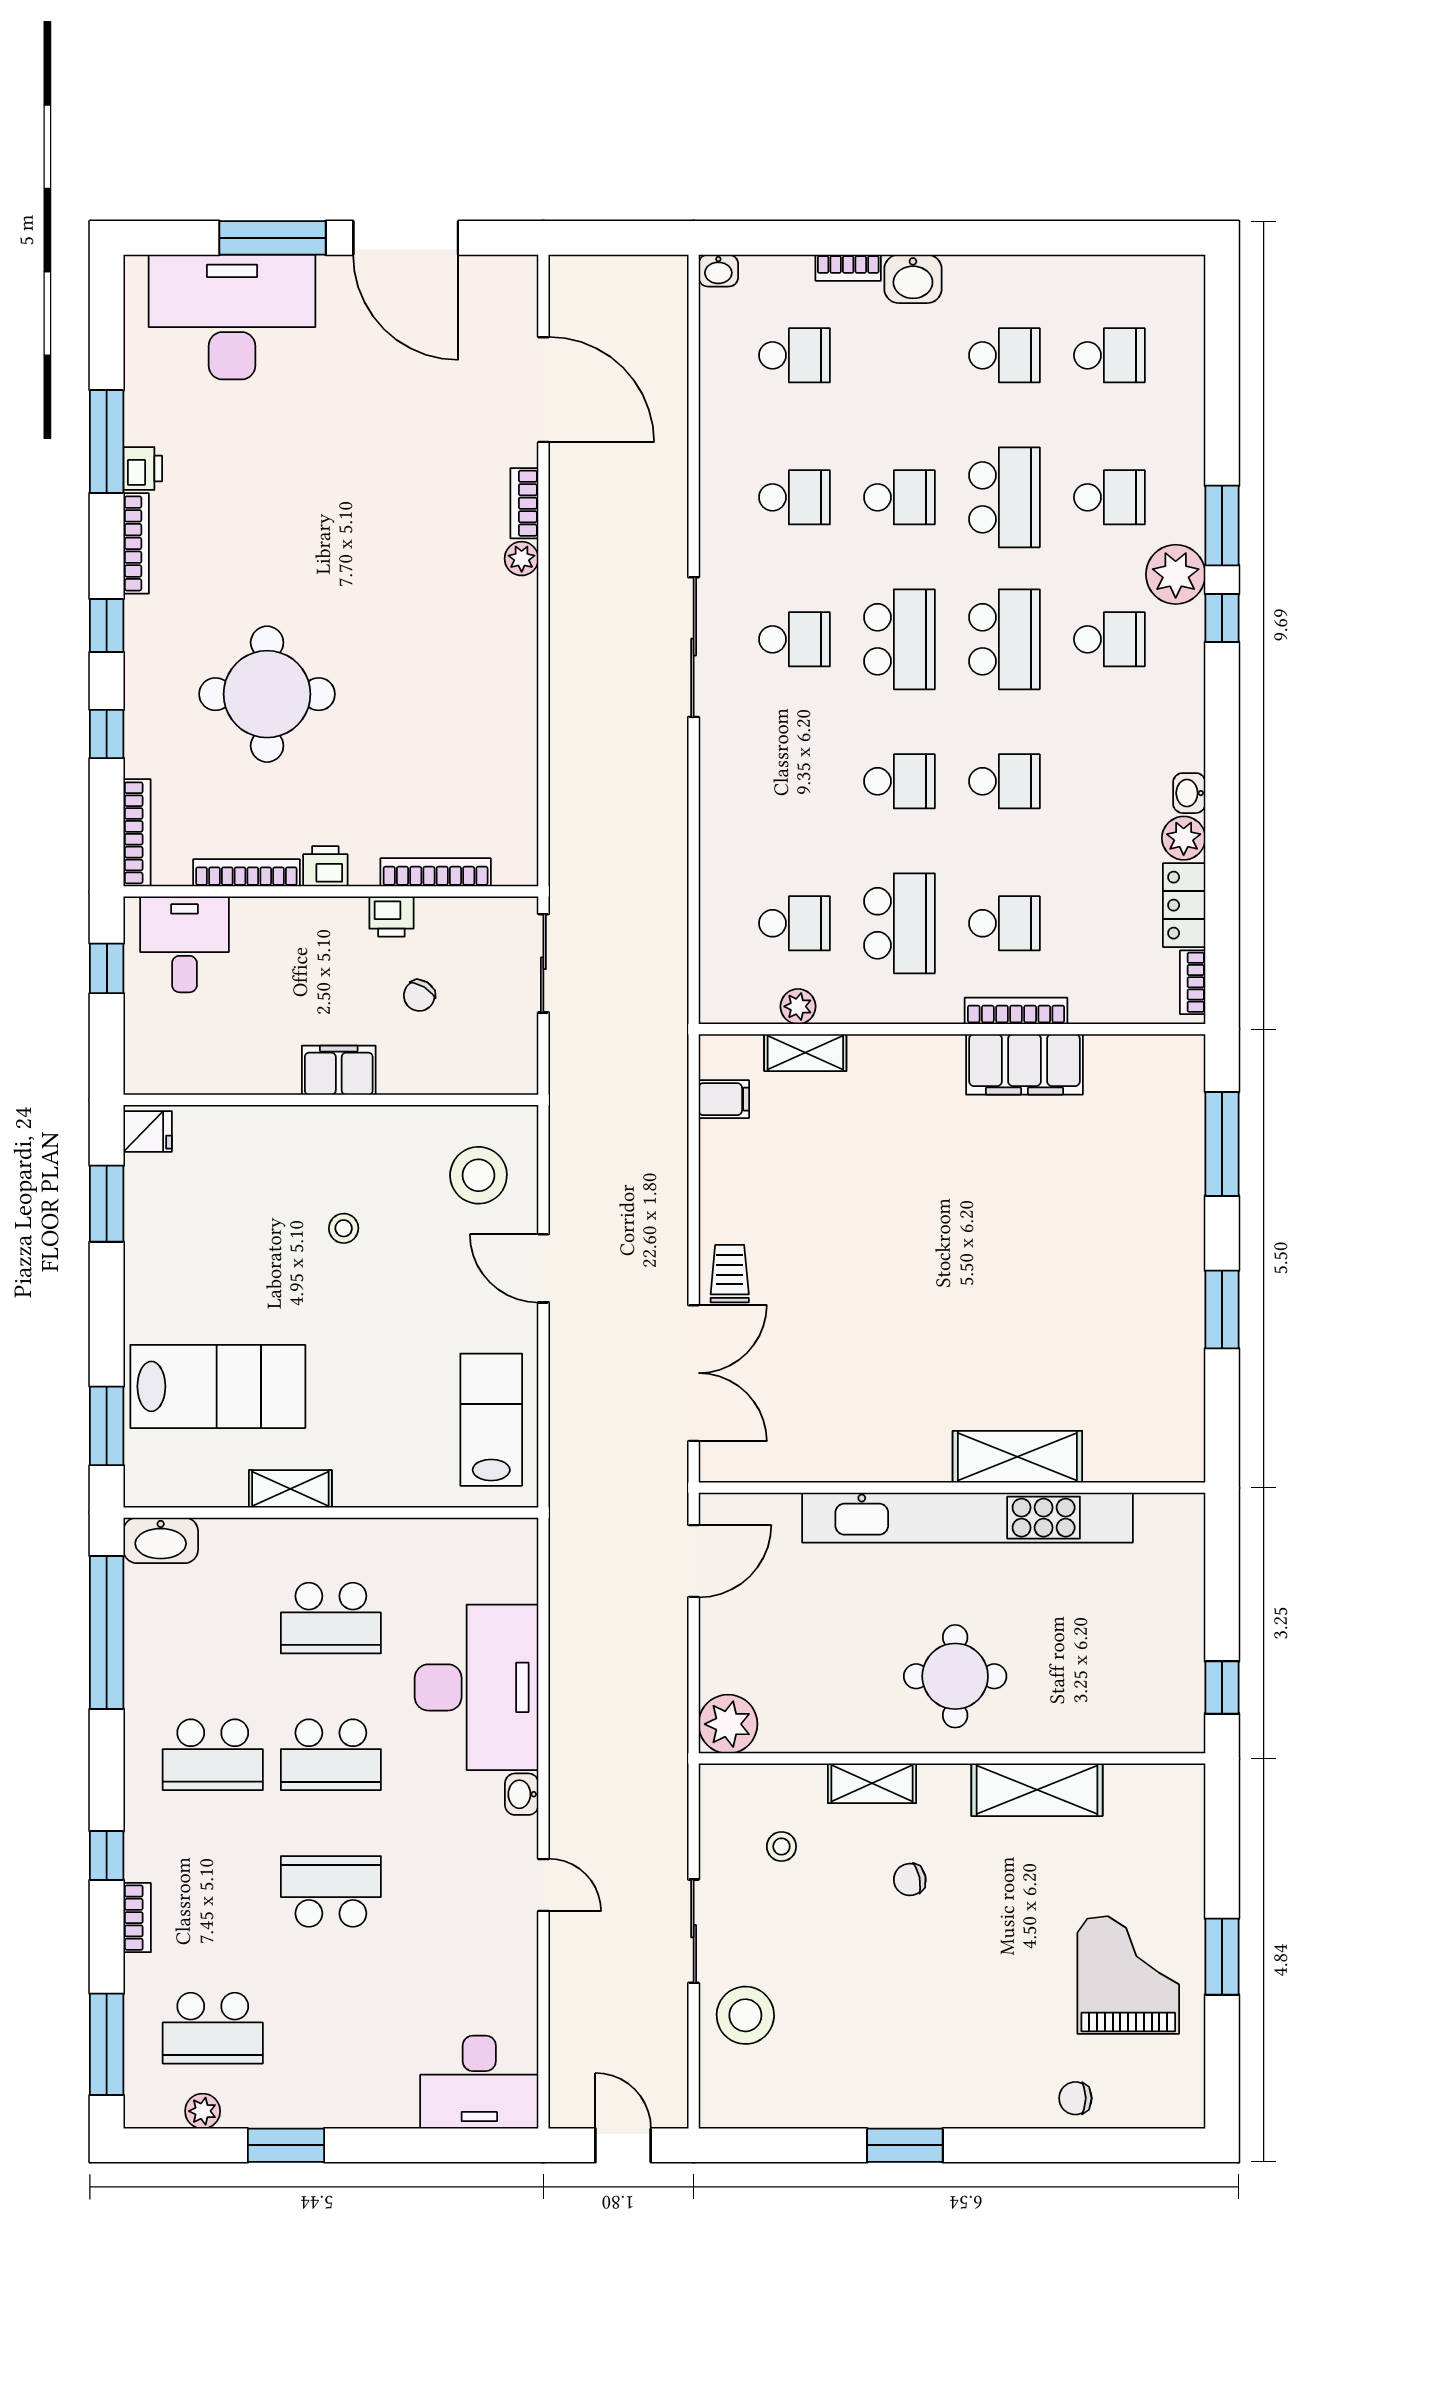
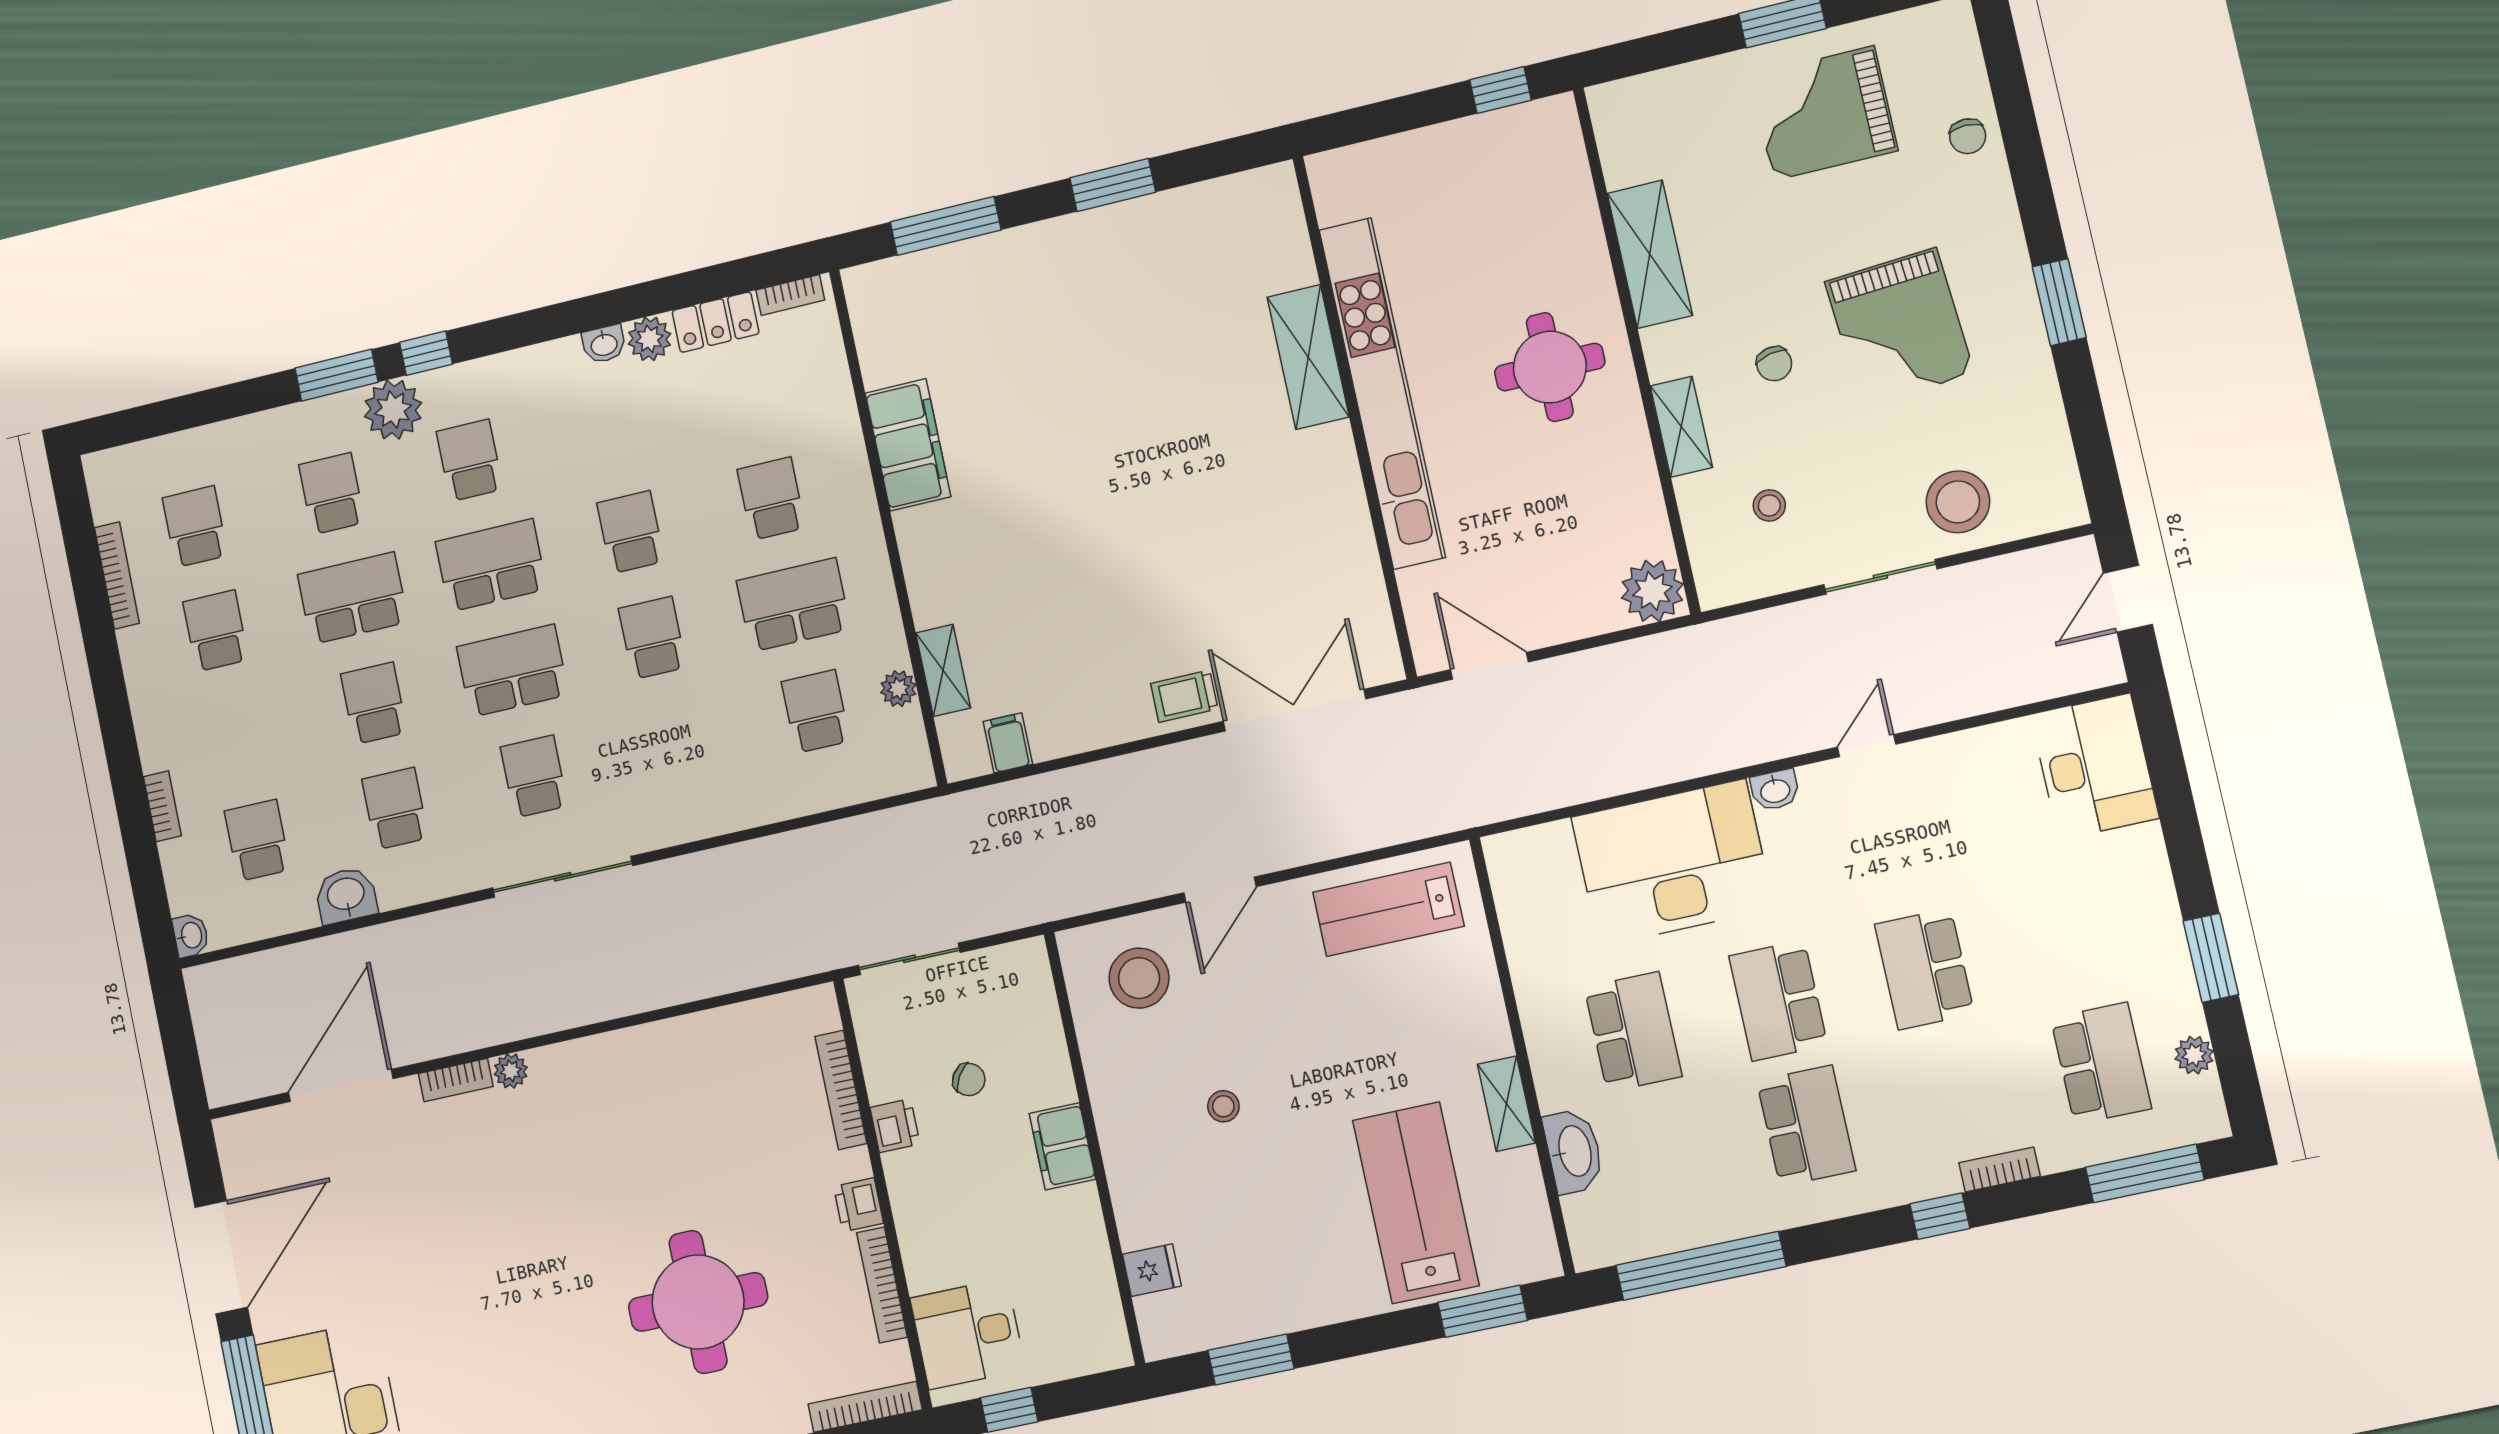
washbasin: (913, 279) -> (346, 895), moved, turned -90
bookcase: (1016, 1011) -> (117, 575), moved, turned 180
fridge: (148, 1131) -> (1152, 1270), moved, turned 90
washbasin: (161, 1540) -> (1574, 1151), moved
school desk: (331, 1755) -> (1778, 1001), turned 180
grand piano: (916, 1999) -> (1899, 327), added

